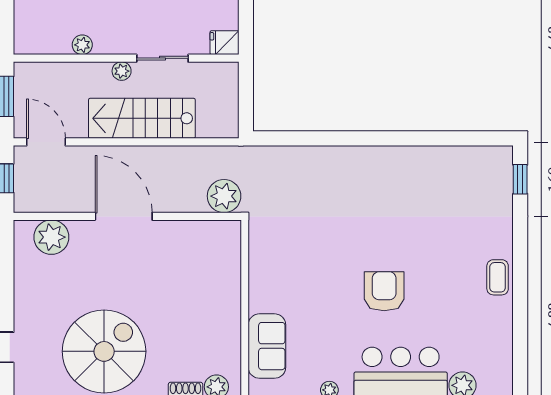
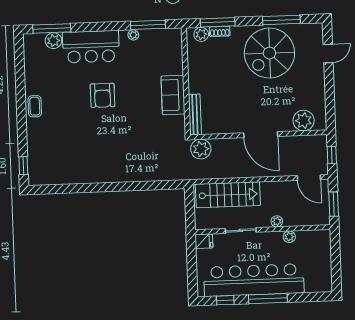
plant: (122, 71) -> (277, 221), moved
stairs: (142, 118) -> (228, 195), moved
bench: (232, 254) -> (195, 114), added
sofa: (267, 346) -> (173, 95), moved

